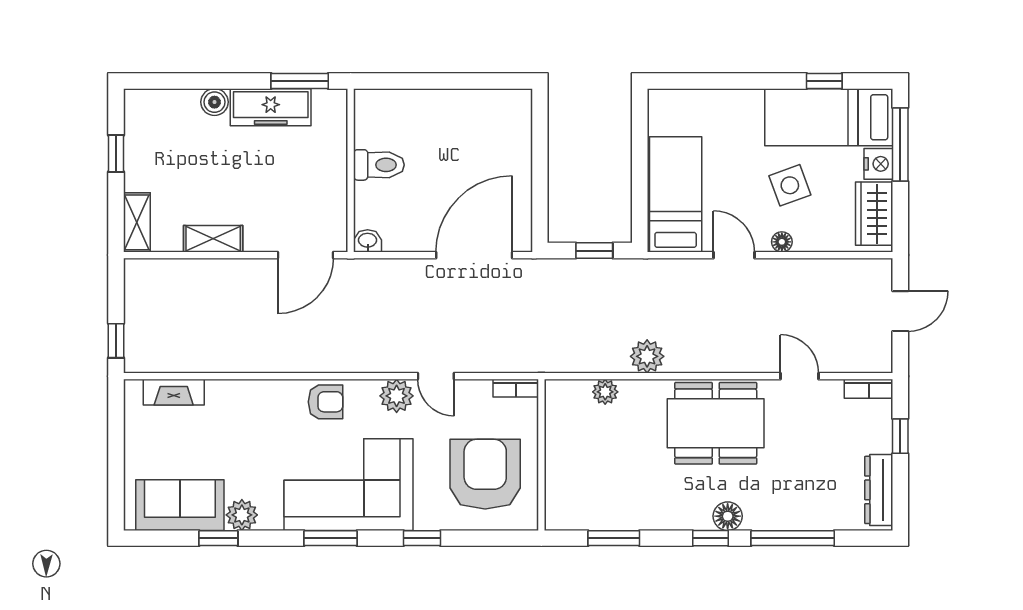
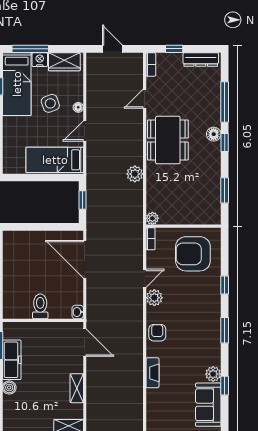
fireplace: (174, 392) -> (152, 373), moved
plant: (605, 392) -> (152, 218), moved
corner sofa: (348, 485) -> (198, 321), removed

